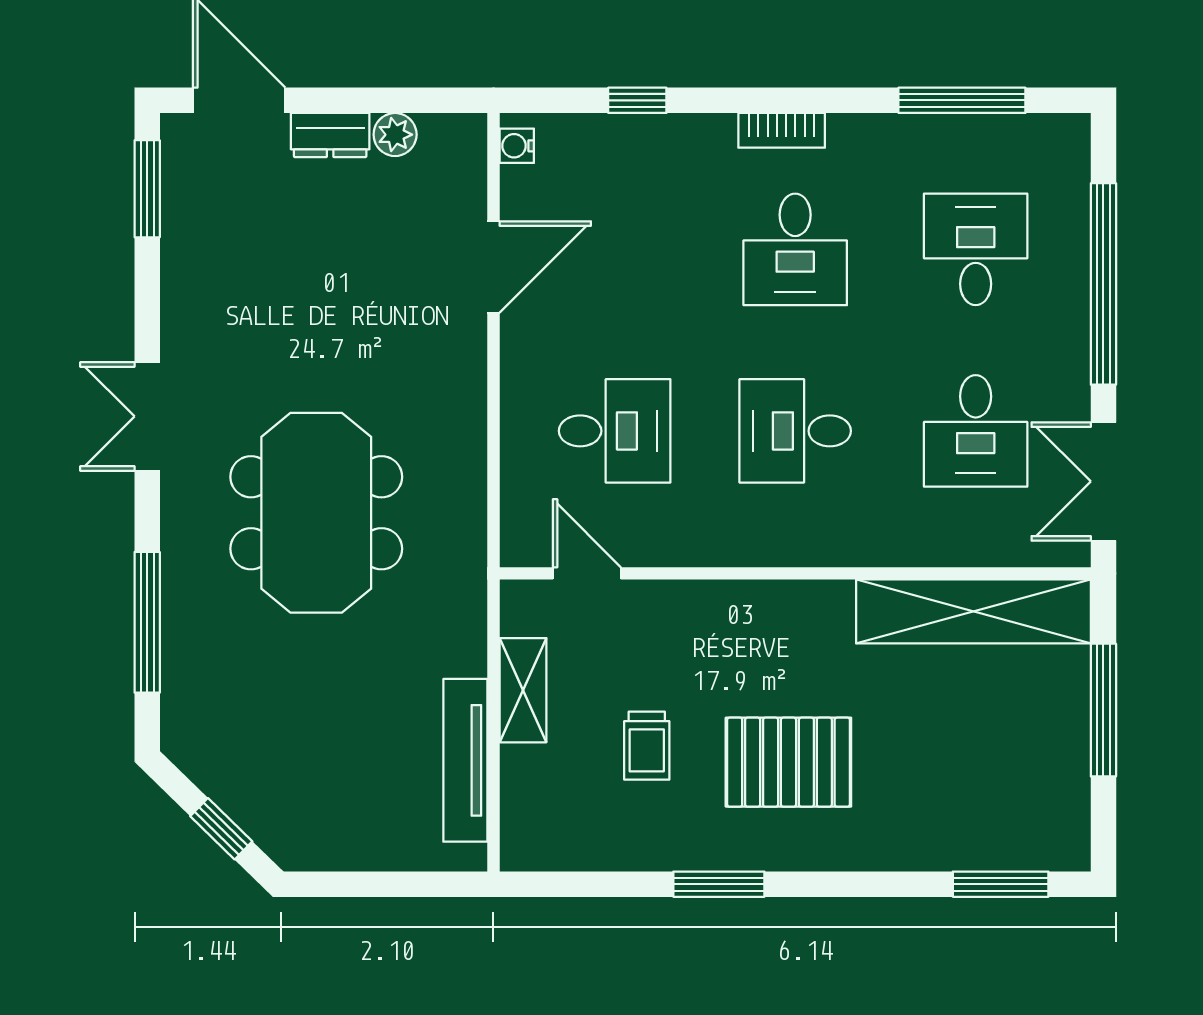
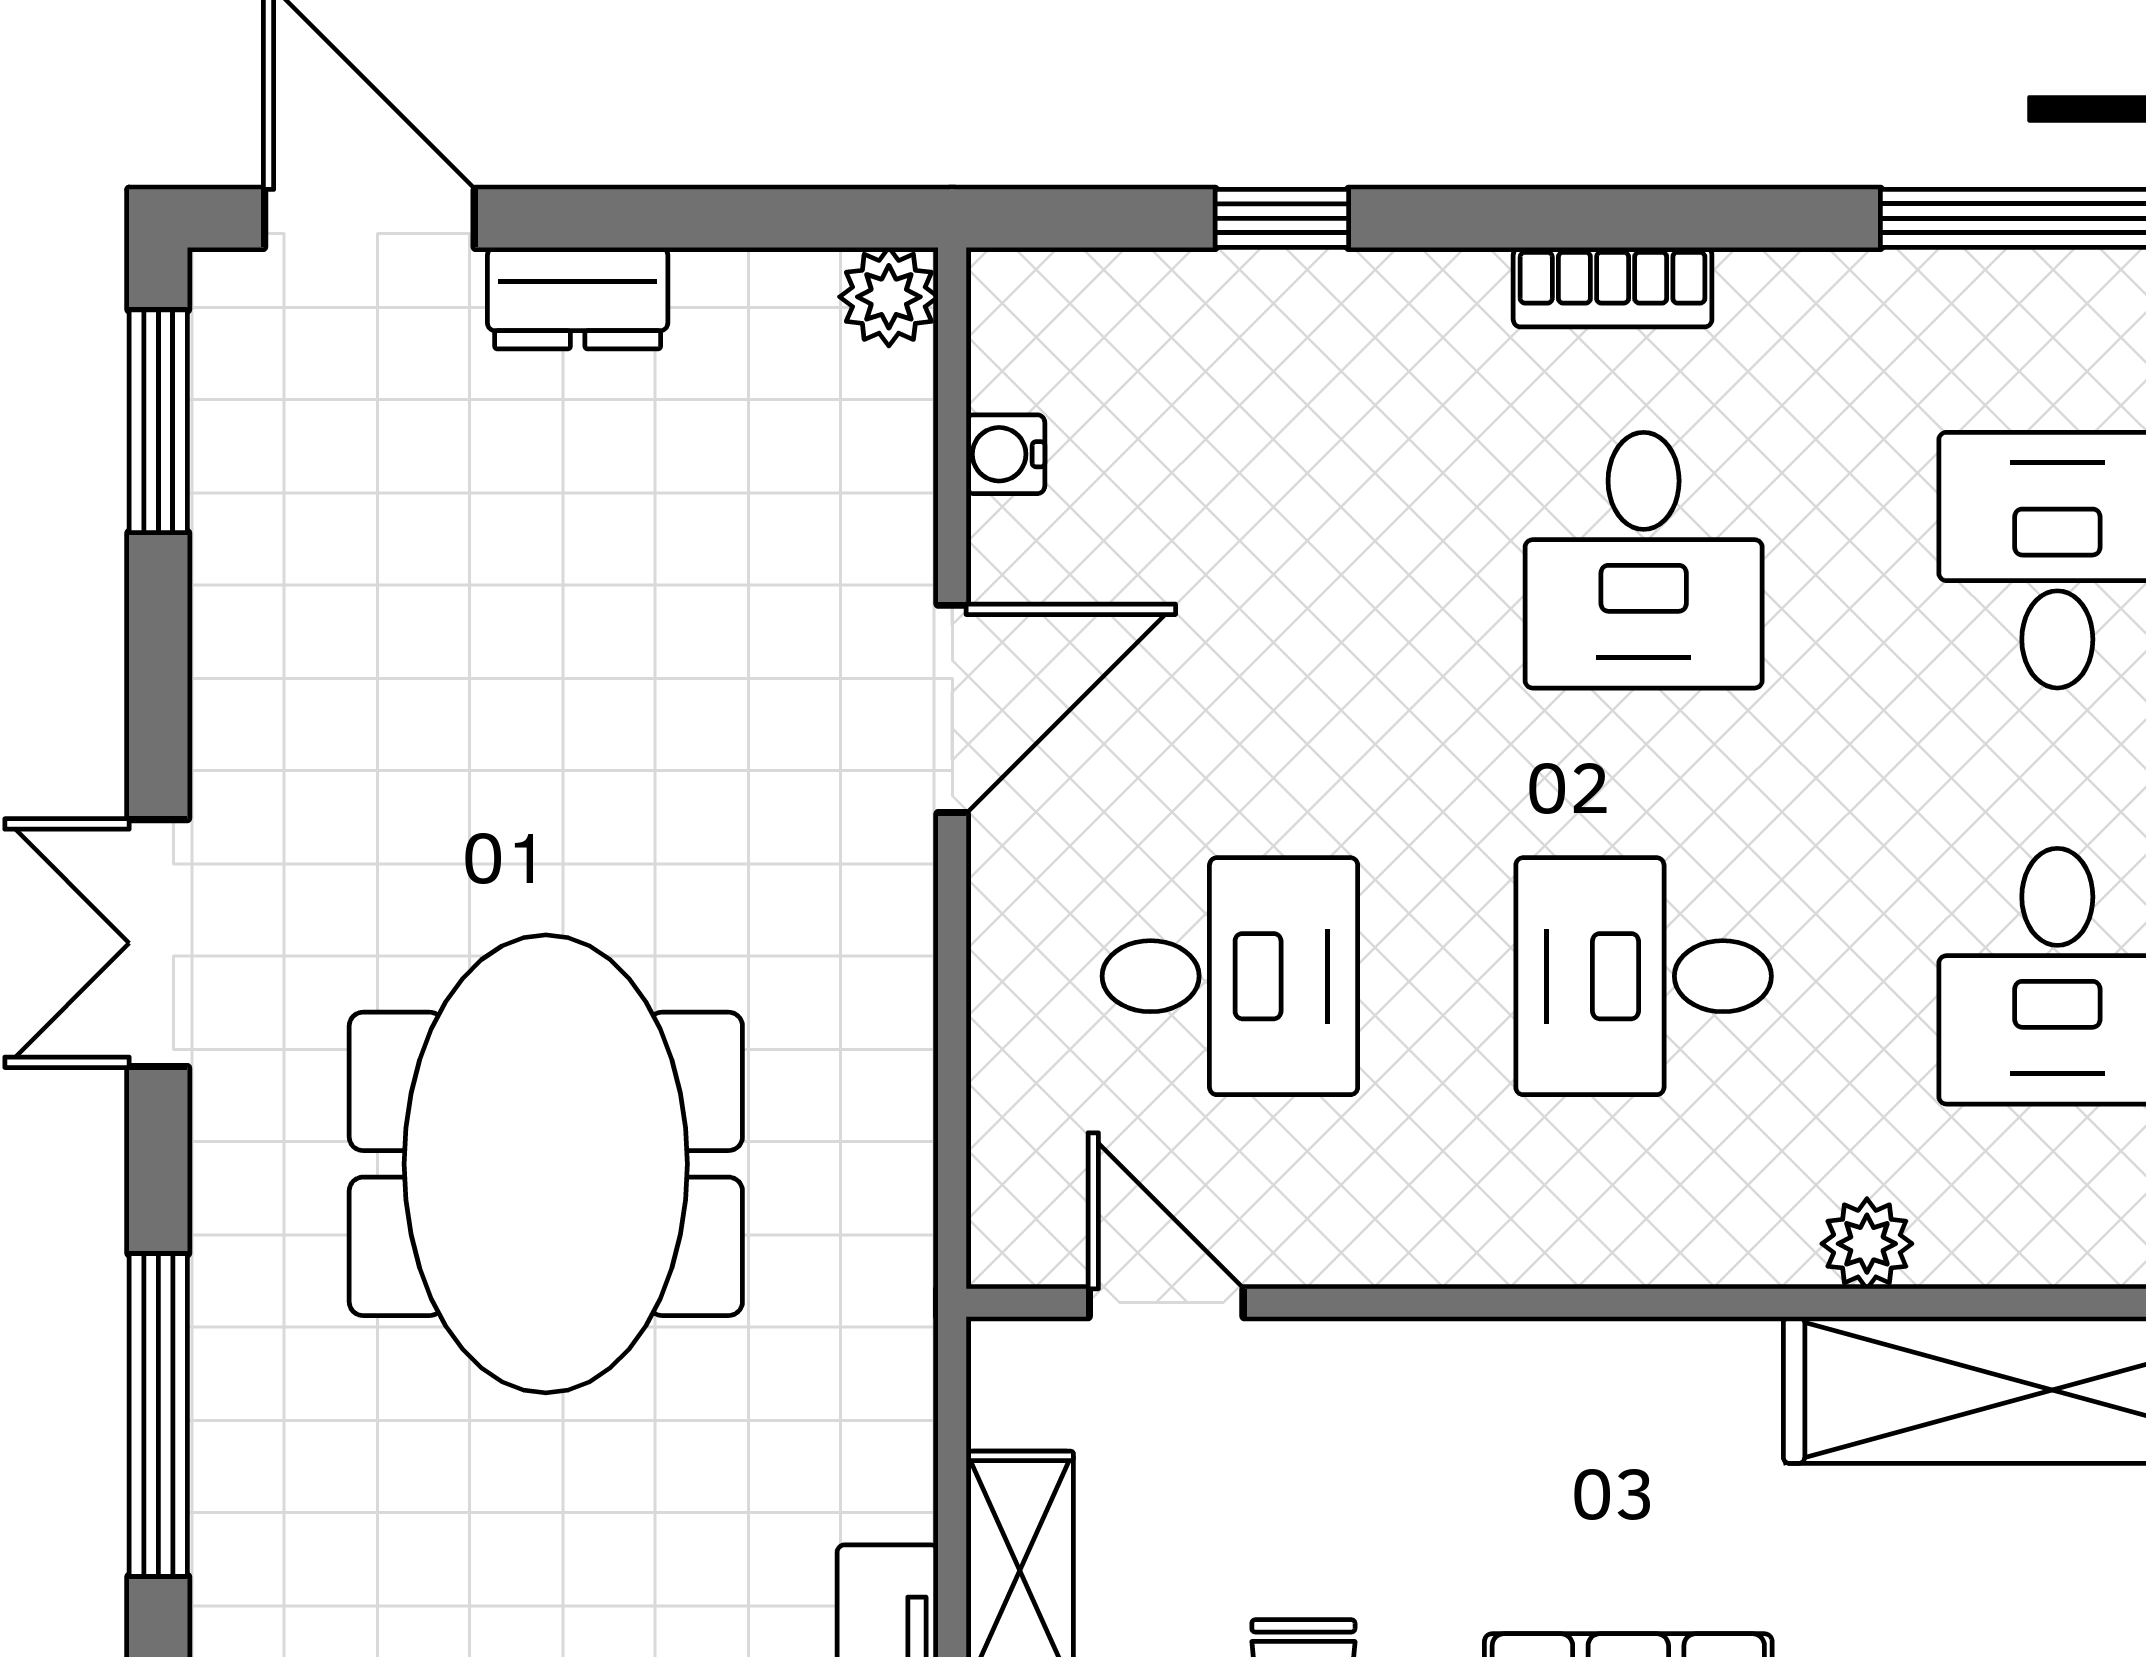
plant: (395, 135) -> (889, 297), moved
water cooler: (517, 146) -> (1005, 454), moved
door: (493, 267) -> (952, 709), moved
plant: (893, 548) -> (1867, 1244), added

